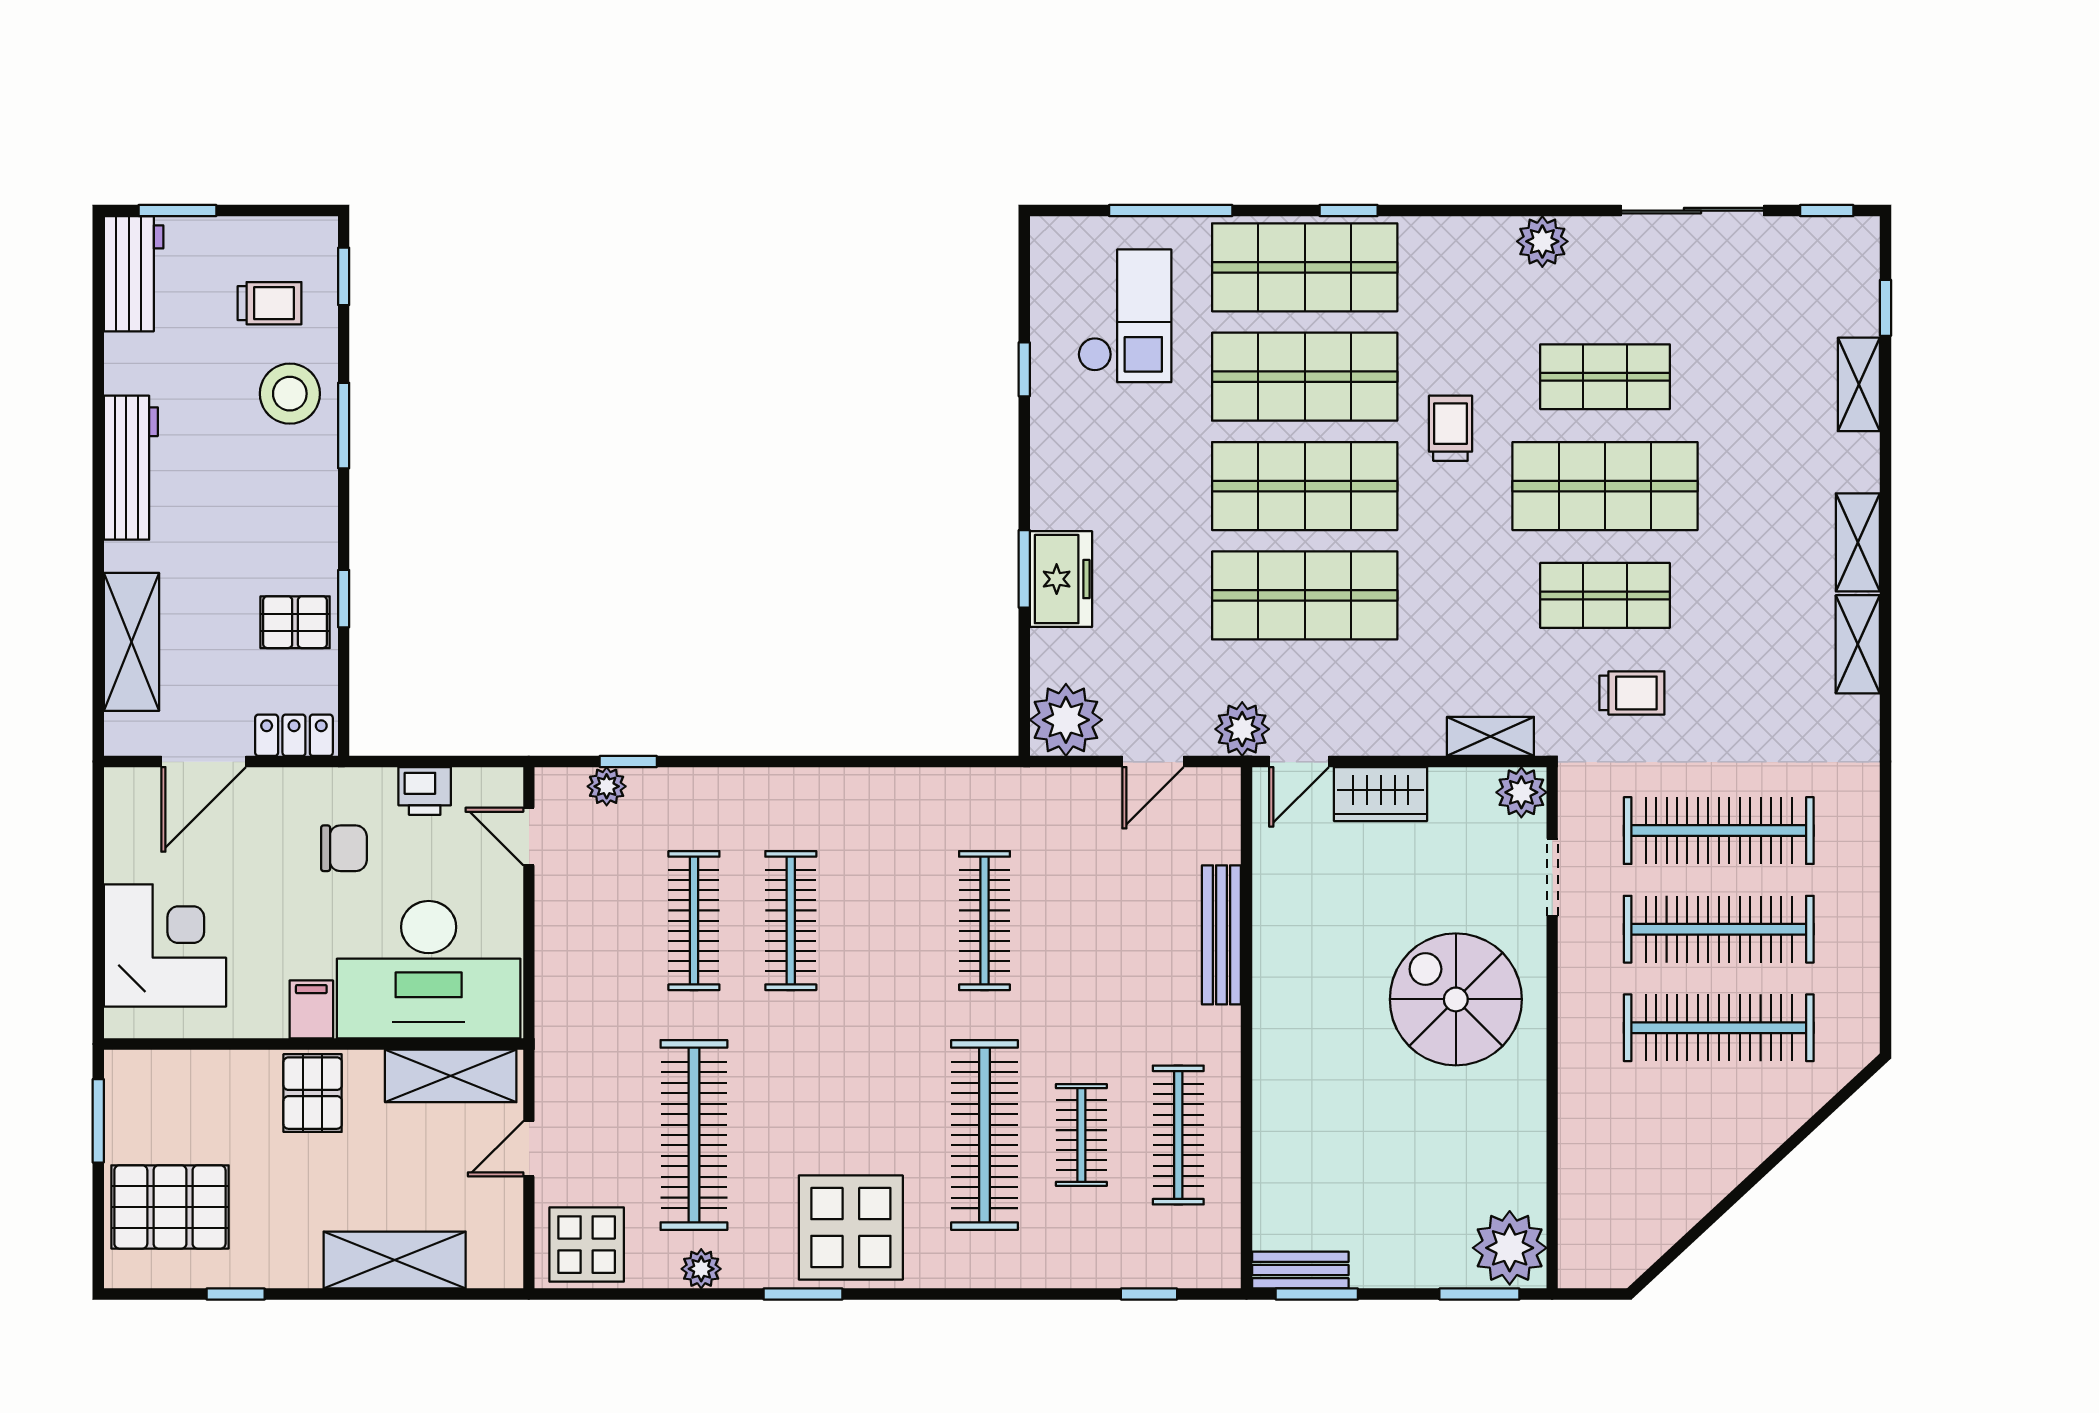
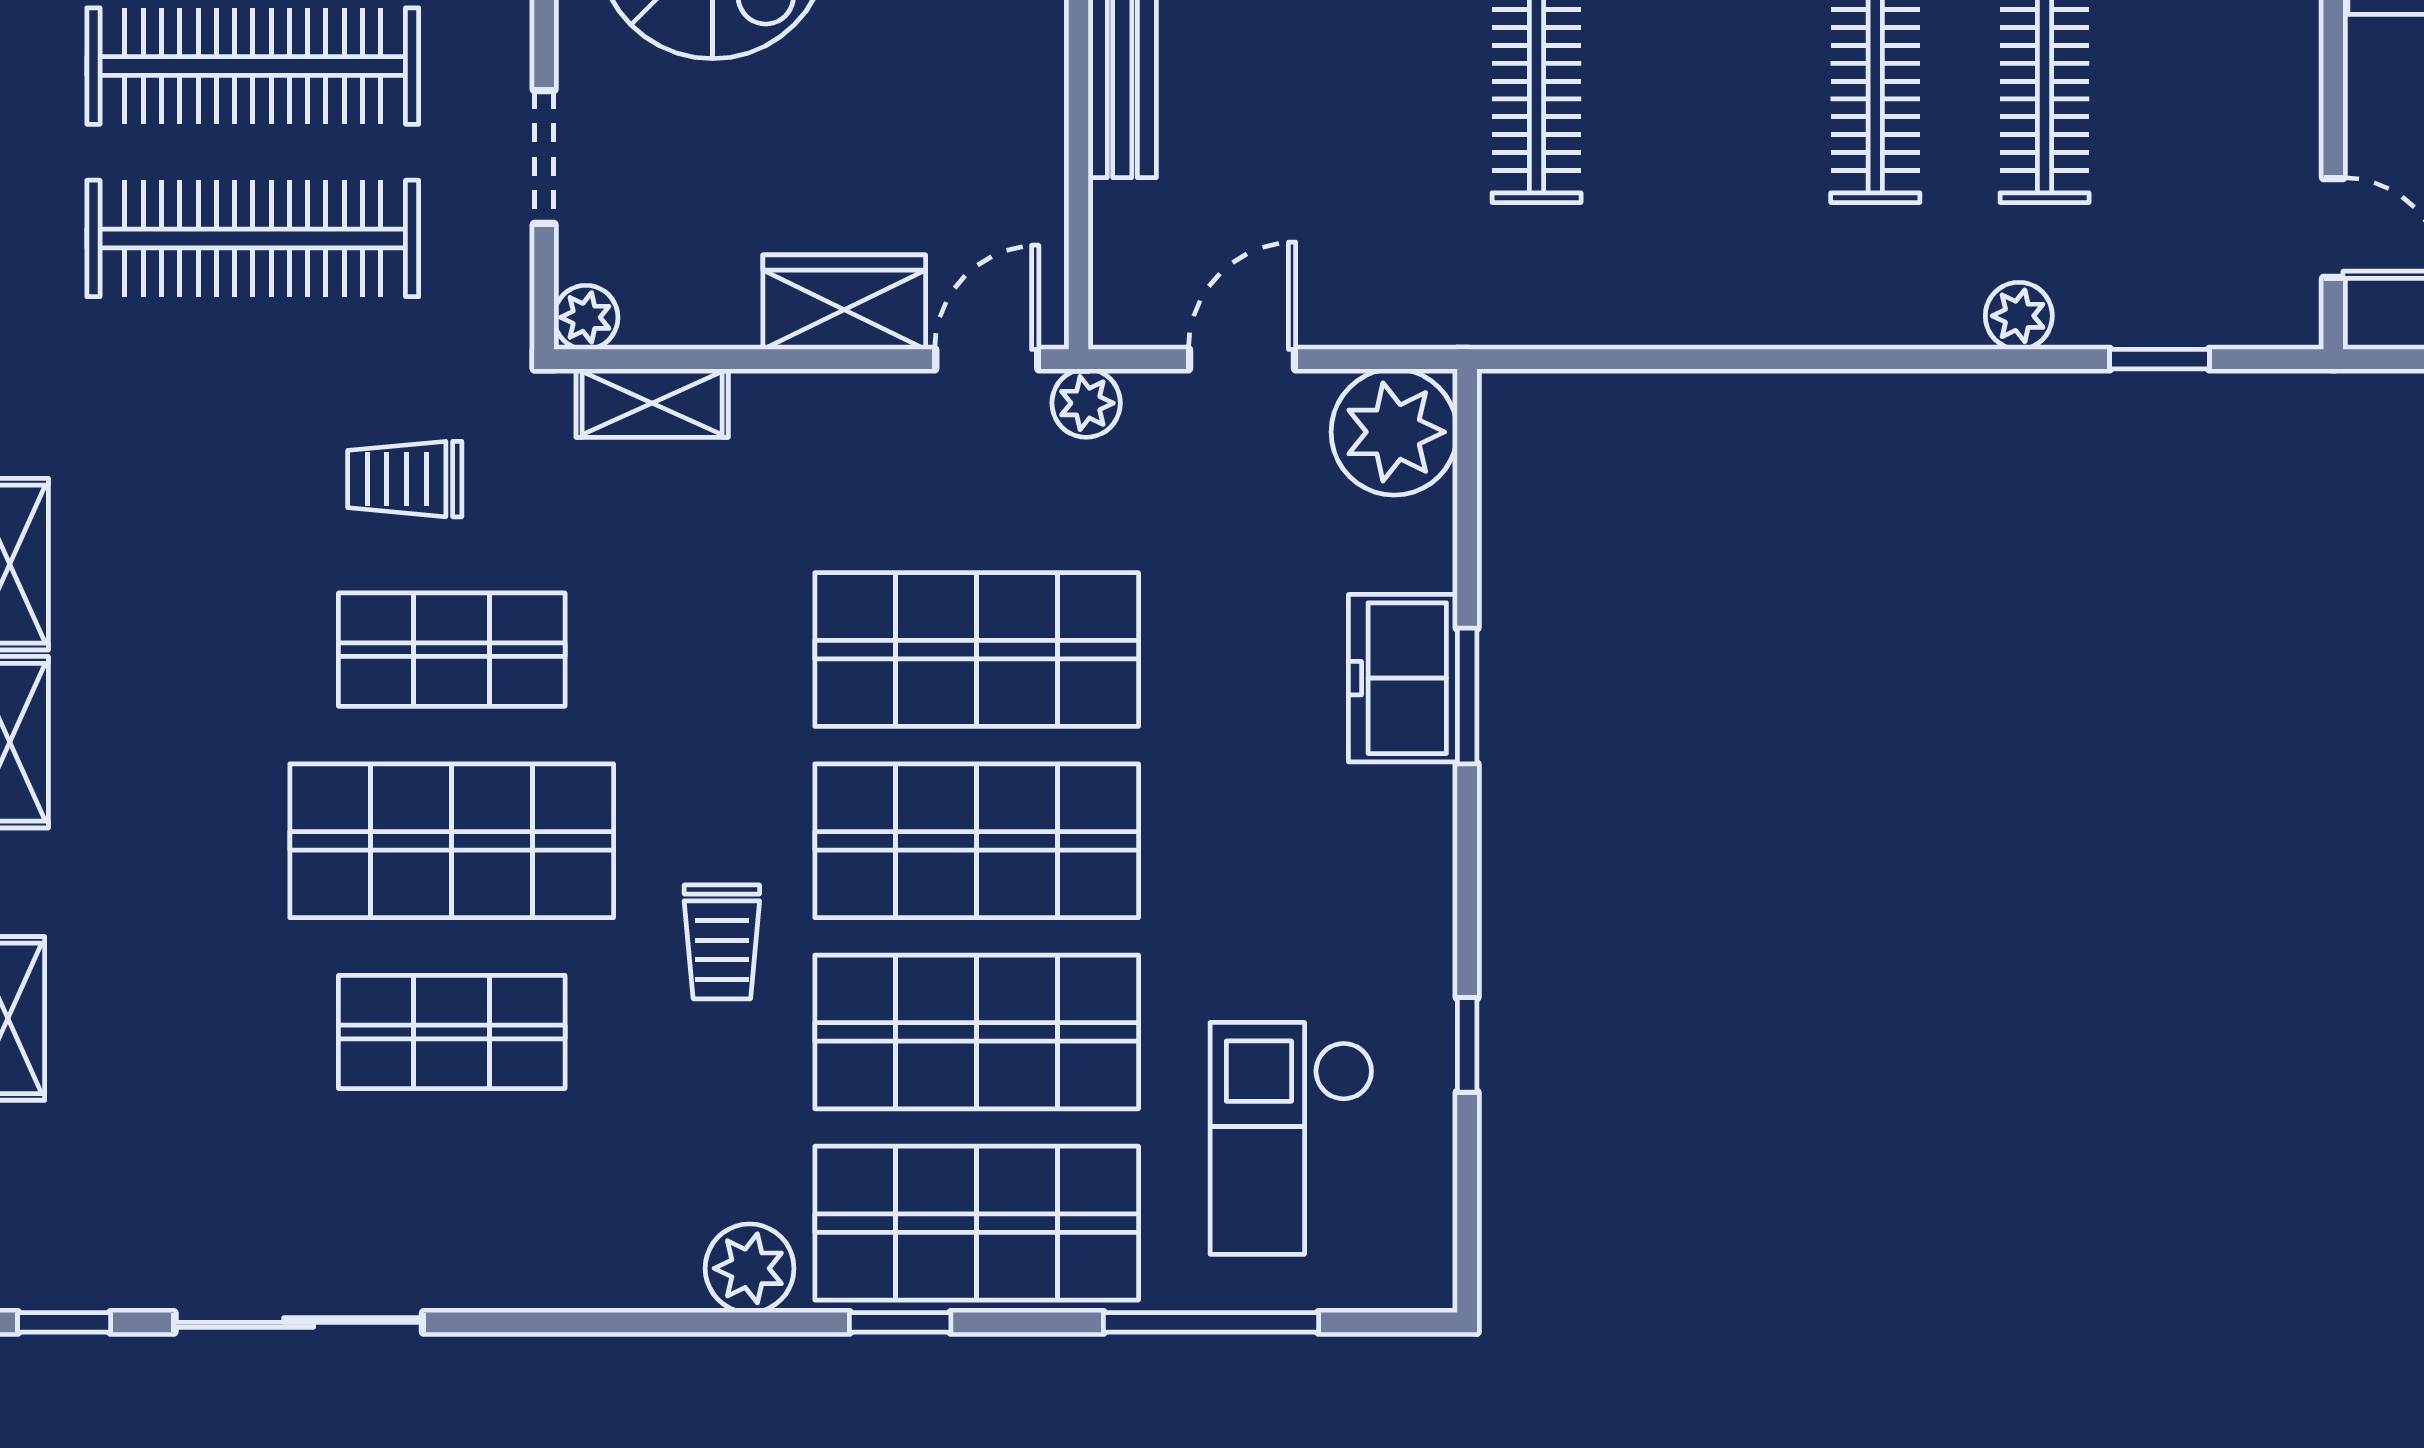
plant: (1542, 241) -> (750, 1268), moved
plant: (1242, 729) -> (1086, 403), width x0.73, depth x0.73
plant: (607, 786) -> (2019, 316), moved
plant: (1521, 792) -> (586, 317), width x0.73, depth x0.73

